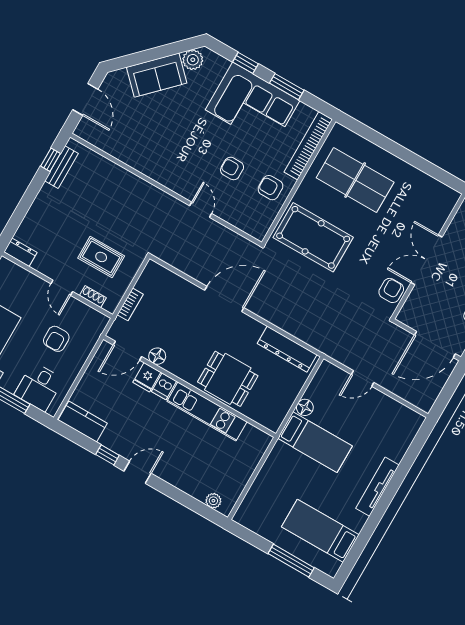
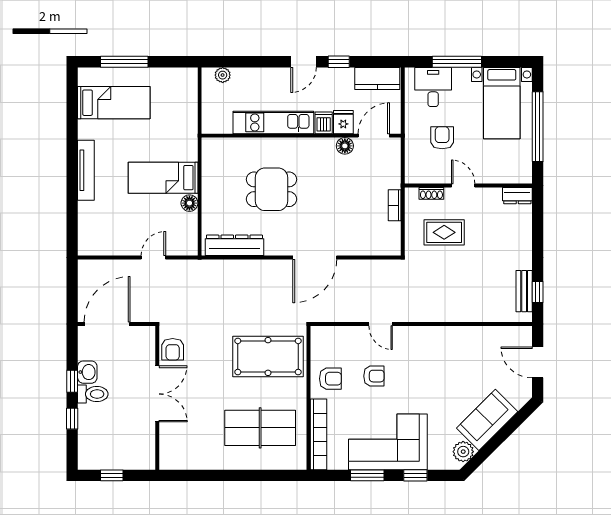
door: (127, 351) -> (374, 136), moved
floor lamp: (157, 356) -> (345, 146), moved
fridge: (147, 377) -> (343, 122), moved
dishwasher: (164, 386) -> (324, 123), moved
wall: (190, 386) -> (301, 136), moved
kitchen unit: (207, 411) -> (273, 122), moved

